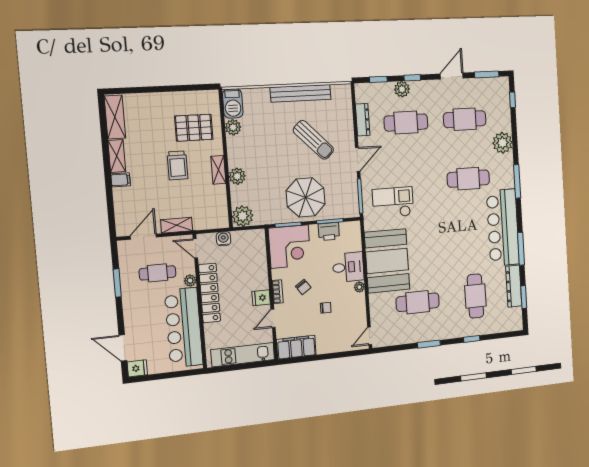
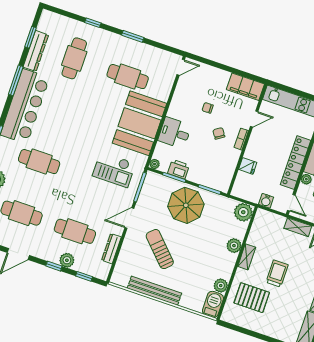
corner desk: (290, 247) -> (216, 171), removed
plant: (359, 287) -> (155, 164), moved
fridge: (261, 298) -> (248, 166), moved

